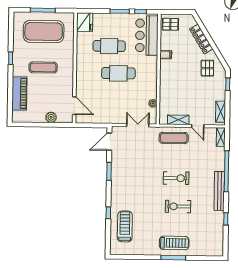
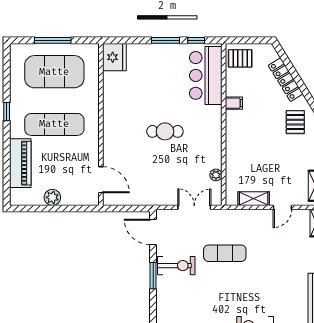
cafe table: (109, 46) -> (151, 92), removed
exercise mat: (43, 67) -> (54, 124), width x1.36, depth x1.45
cafe table: (118, 73) -> (165, 131), width x0.73, depth x0.74
plant: (51, 117) -> (52, 197), moved
door: (198, 126) -> (282, 207), hinge flipped
exercise mat: (174, 138) -> (225, 253), moved
door: (109, 142) -> (153, 232), hinge flipped
exercise bike: (176, 178) -> (176, 266), moved

